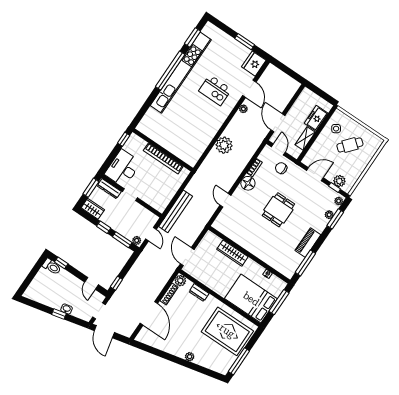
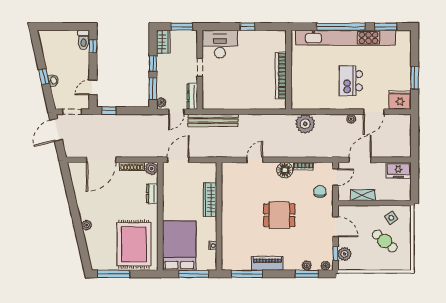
freezer: (316, 118) -> (398, 170), moved, turned 180
wall: (163, 150) -> (289, 70), moved
bookcase: (163, 158) -> (281, 76), moved
dresser: (109, 189) -> (192, 96), moved

